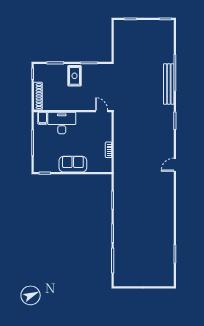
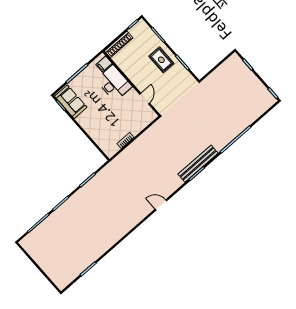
rug: (75, 76) -> (161, 60), turned 90
bench: (169, 84) -> (198, 164), moved
door: (102, 111) -> (145, 99), moved
sofa: (73, 164) -> (71, 102), moved

